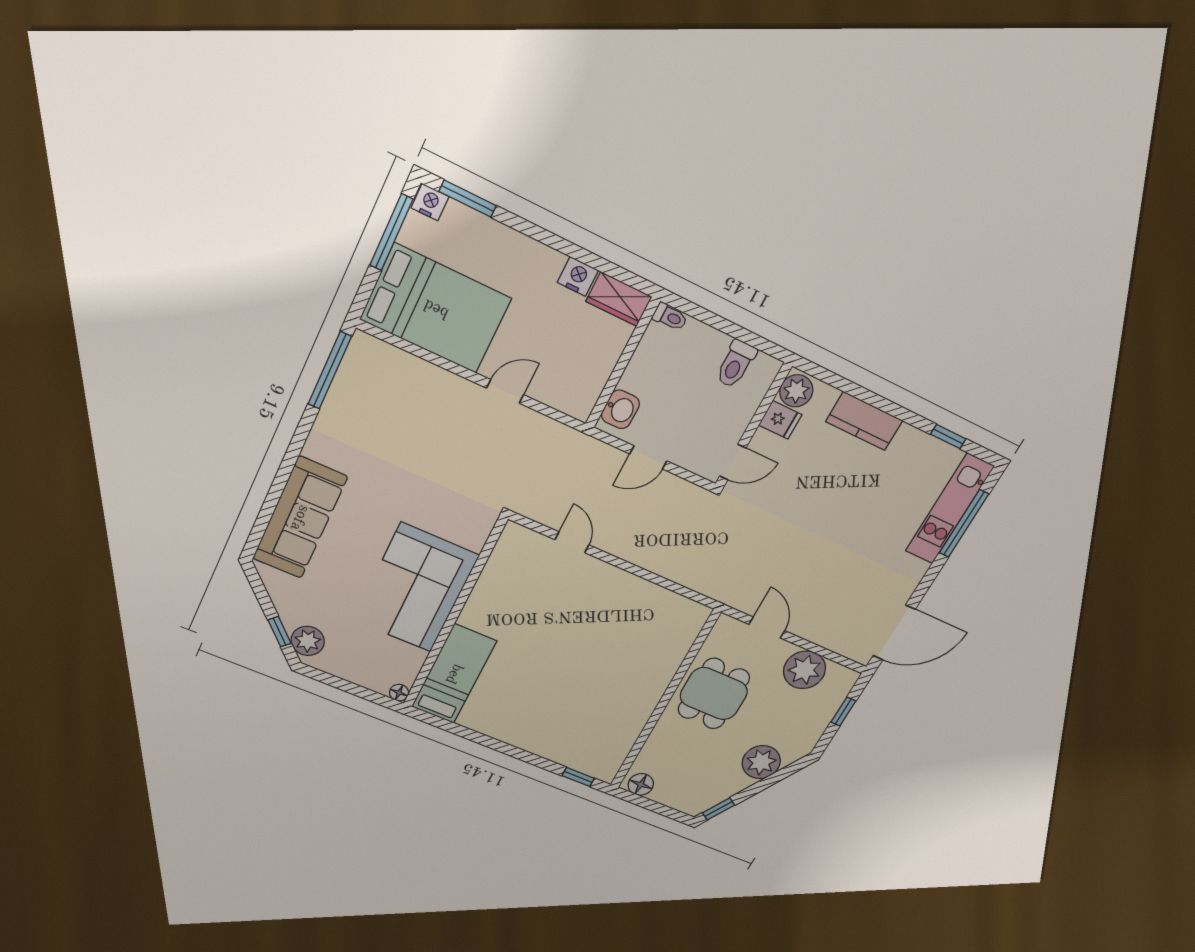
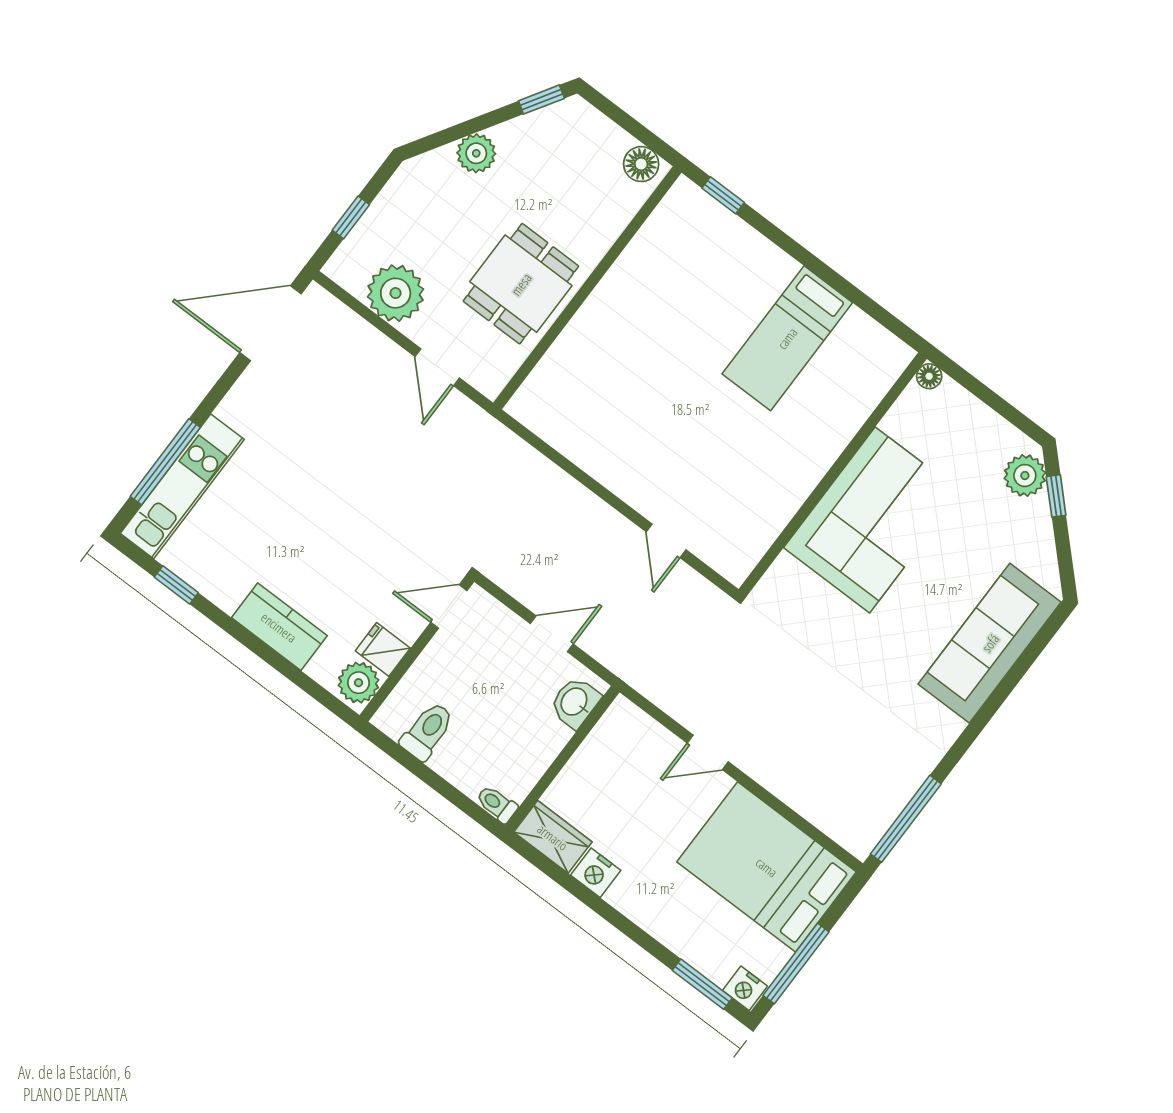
bed: (454, 674) -> (787, 338), moved
plant: (761, 762) -> (476, 153), width x0.73, depth x0.73

